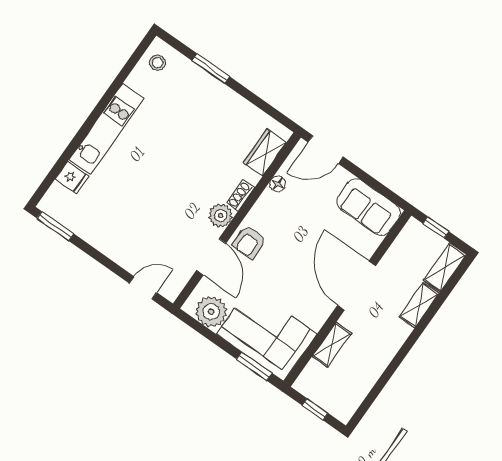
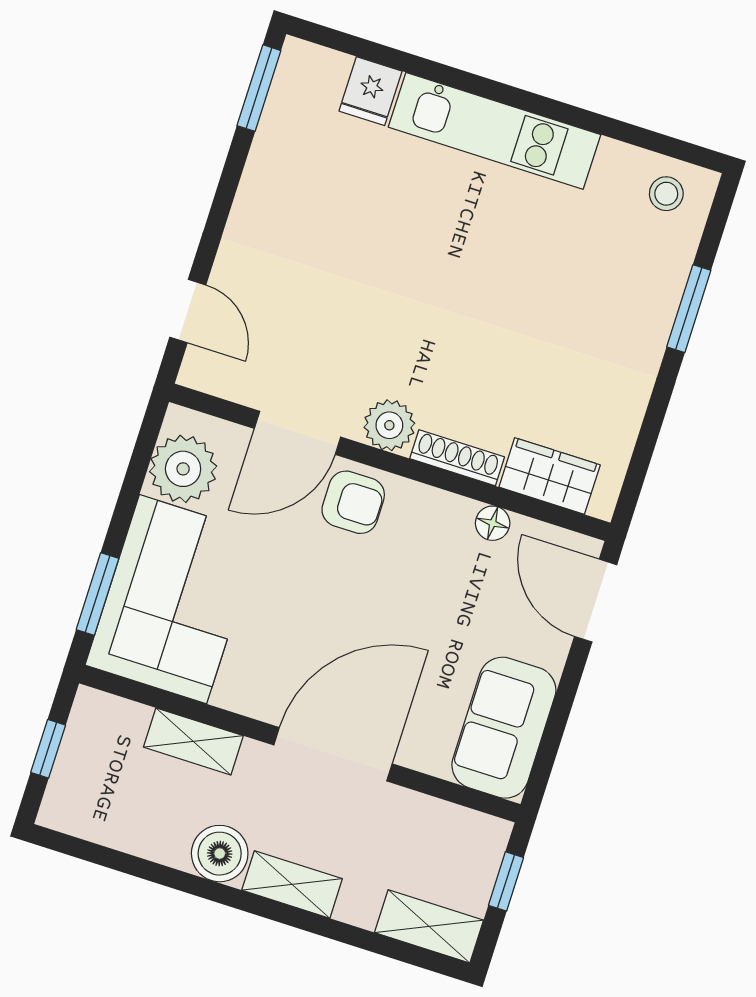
shoe rack: (241, 195) -> (457, 458), width x1.43
armchair: (249, 242) -> (353, 502), turned 180
shelving: (419, 305) -> (292, 884), moved
boiler: (384, 349) -> (220, 854), added

